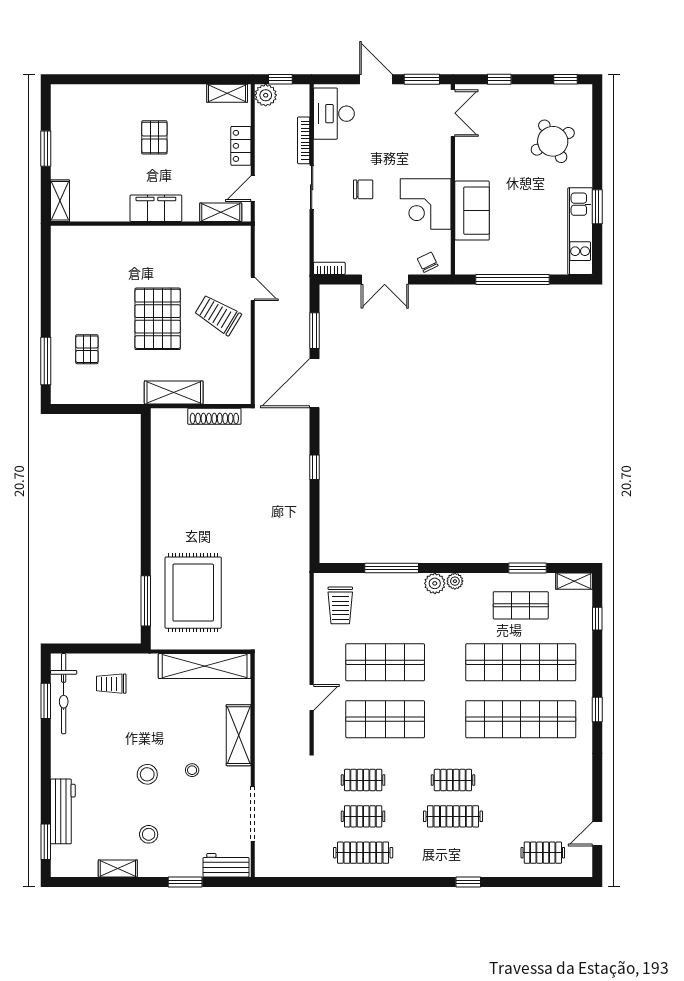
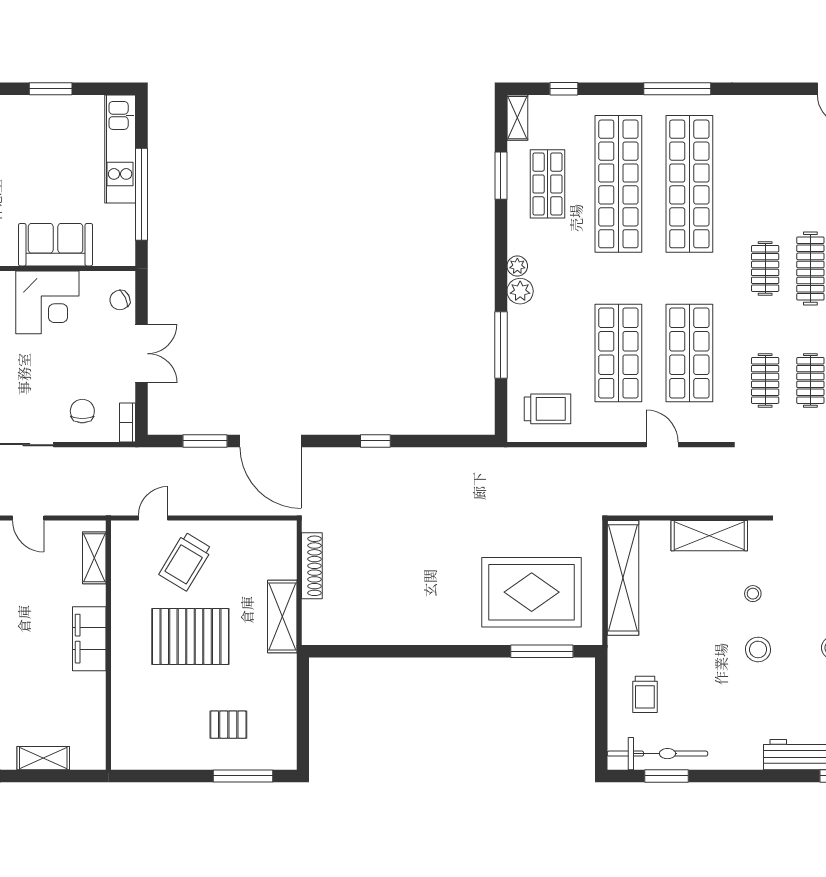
chair: (363, 189) -> (82, 411), moved
filing cabinet: (156, 208) -> (89, 639), moved
shelving: (221, 212) -> (94, 558), moved
wall: (151, 224) -> (108, 645), moved
kitchen unit: (580, 231) -> (120, 149), moved, turned 90
window: (597, 709) -> (677, 89), width x2.17

